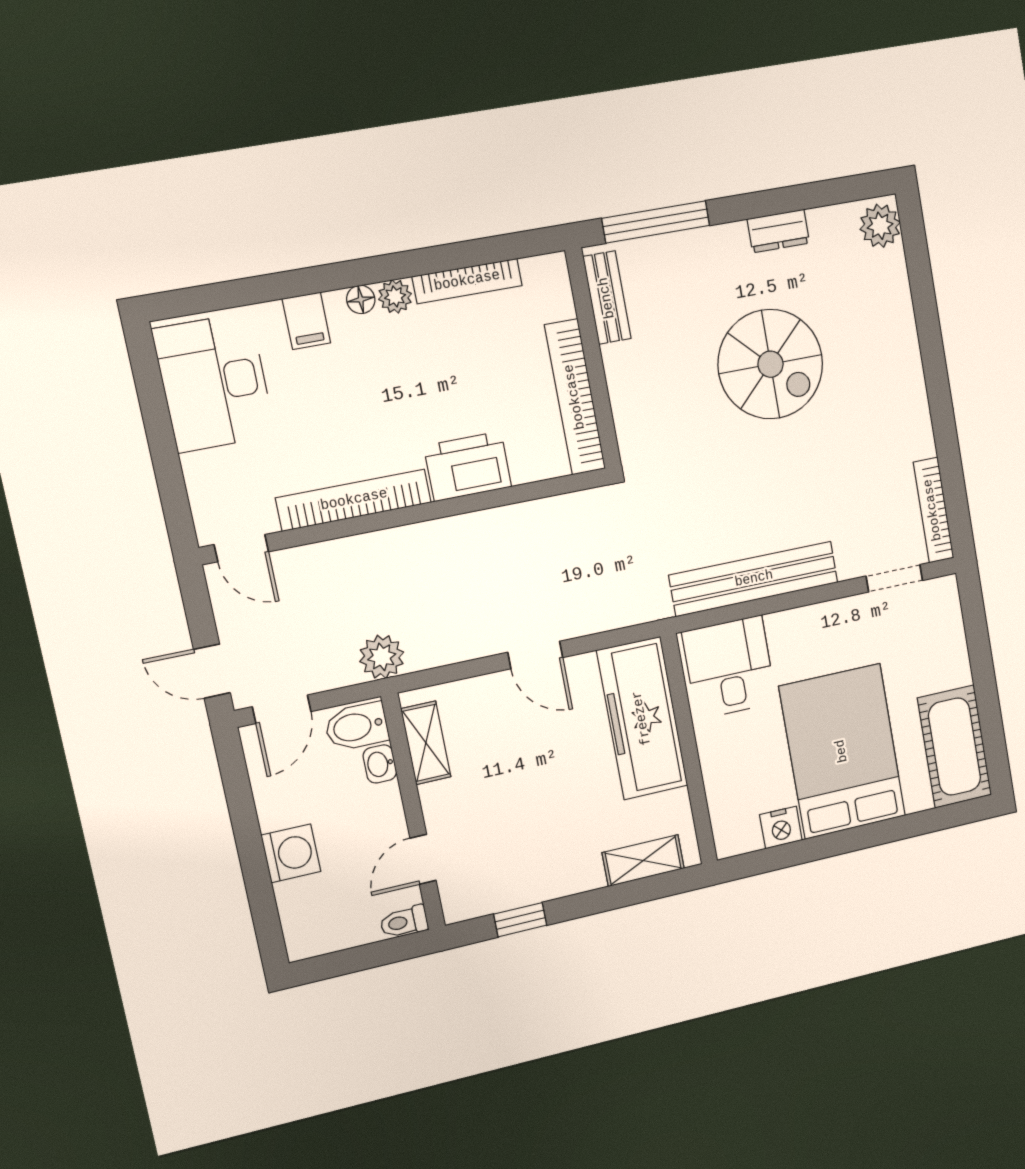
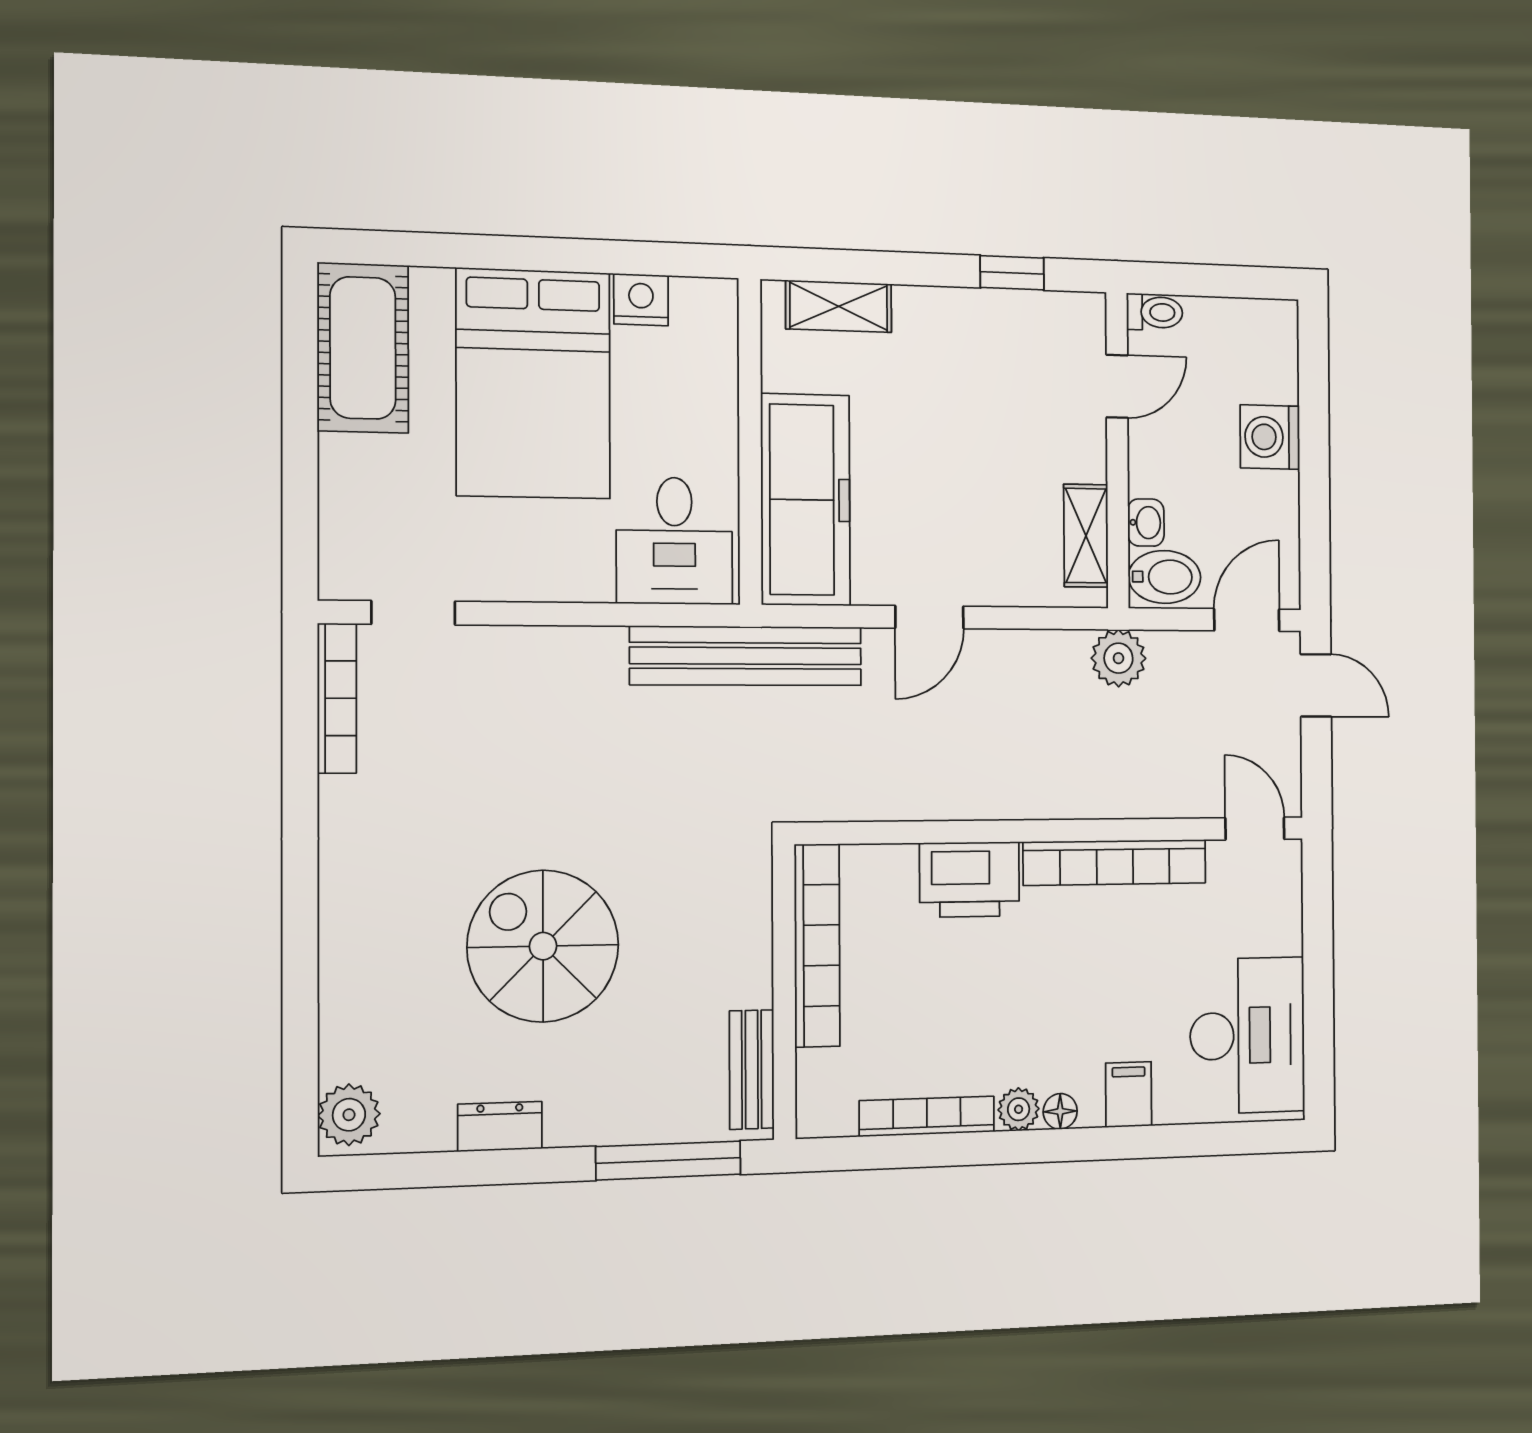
bench: (754, 579) -> (746, 656), moved
door: (535, 655) -> (929, 617), swing flipped

